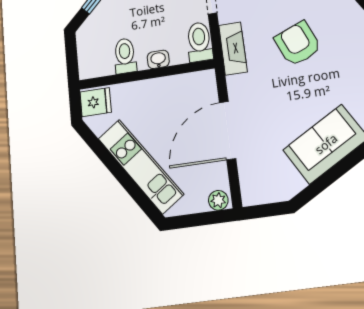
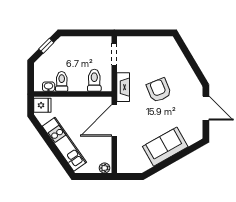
toilet: (199, 42) -> (94, 80), moved
washbasin: (158, 59) -> (49, 87), moved
door: (228, 130) -> (114, 120), moved

